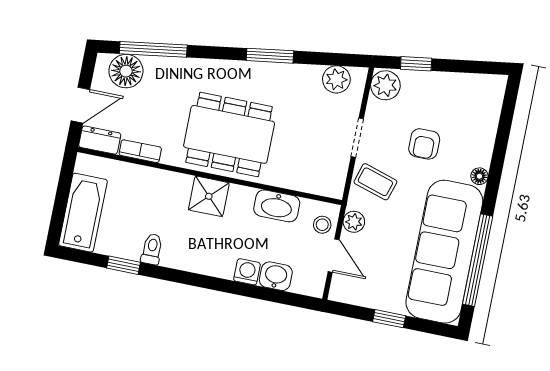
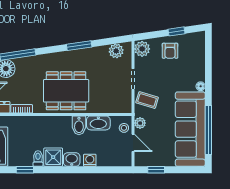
window: (416, 64) -> (177, 31), moved
armchair: (424, 144) -> (170, 51), moved
shower: (209, 196) -> (53, 157), moved
bidet: (240, 203) -> (79, 125), added
washbasin: (276, 276) -> (72, 160), moved
window: (389, 319) -> (156, 170), moved

